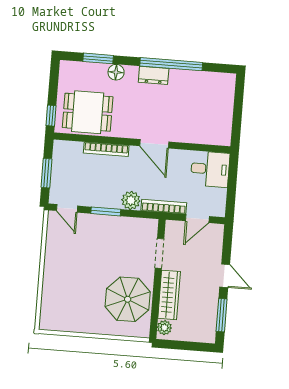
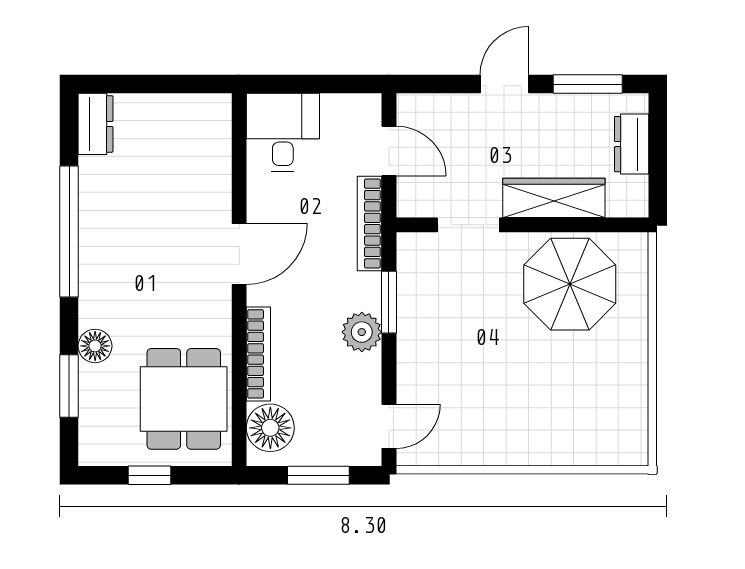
dresser: (154, 75) -> (95, 124), moved
window: (51, 116) -> (149, 475), moved
floor lamp: (71, 152) -> (270, 428), added
plant: (131, 200) -> (362, 332), moved
window: (106, 211) -> (389, 302), moved
plant: (164, 328) -> (623, 202), removed
dresser: (192, 334) -> (632, 144), added

